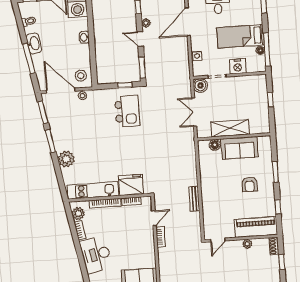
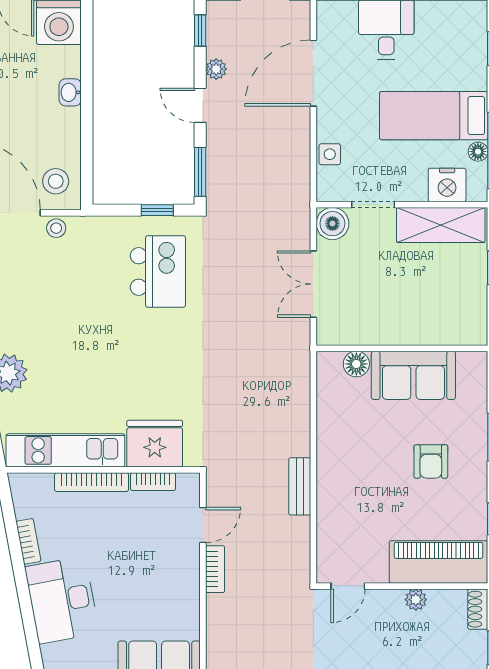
nightstand: (238, 66) -> (447, 185), moved
shelving: (230, 128) -> (441, 225), moved
plant: (78, 213) -> (27, 502), removed

